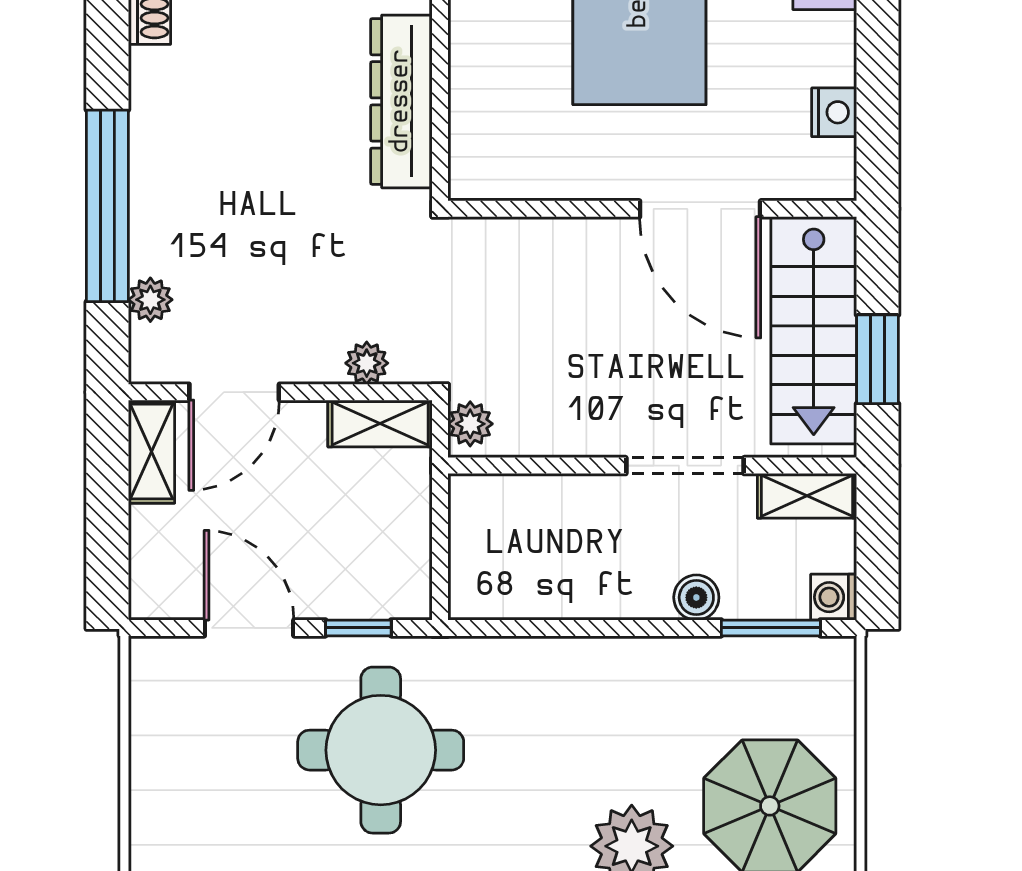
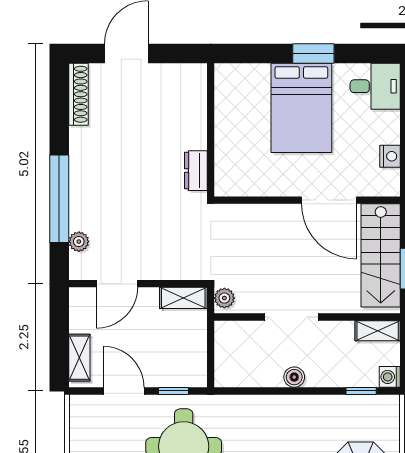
dresser: (401, 101) -> (196, 171), width x0.51, depth x0.80
plant: (367, 363) -> (177, 270), removed
shelving: (152, 452) -> (79, 358), moved
doorway: (685, 466) -> (291, 317), moved
boiler: (696, 597) -> (294, 377), moved
window: (771, 628) -> (361, 391), width x0.67

